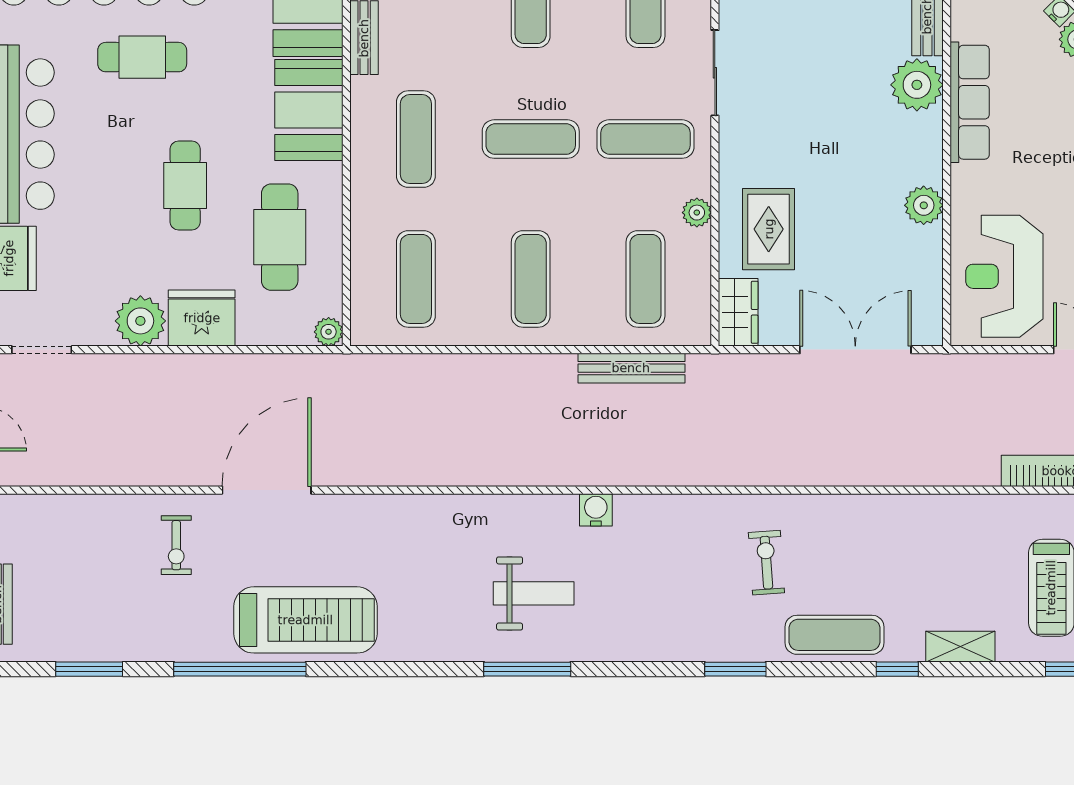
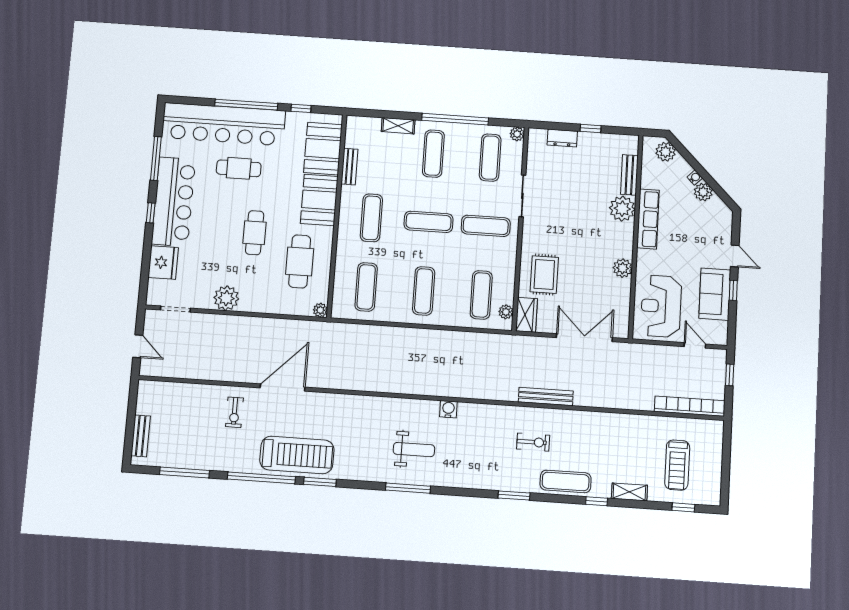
plant: (697, 213) -> (506, 312), moved
fridge: (202, 318) -> (257, 299), removed
bench: (631, 368) -> (546, 396), moved
exercise bike: (766, 563) -> (533, 442), turned 94
window: (89, 669) -> (185, 472), width x1.44
window: (355, 669) -> (320, 482), added

